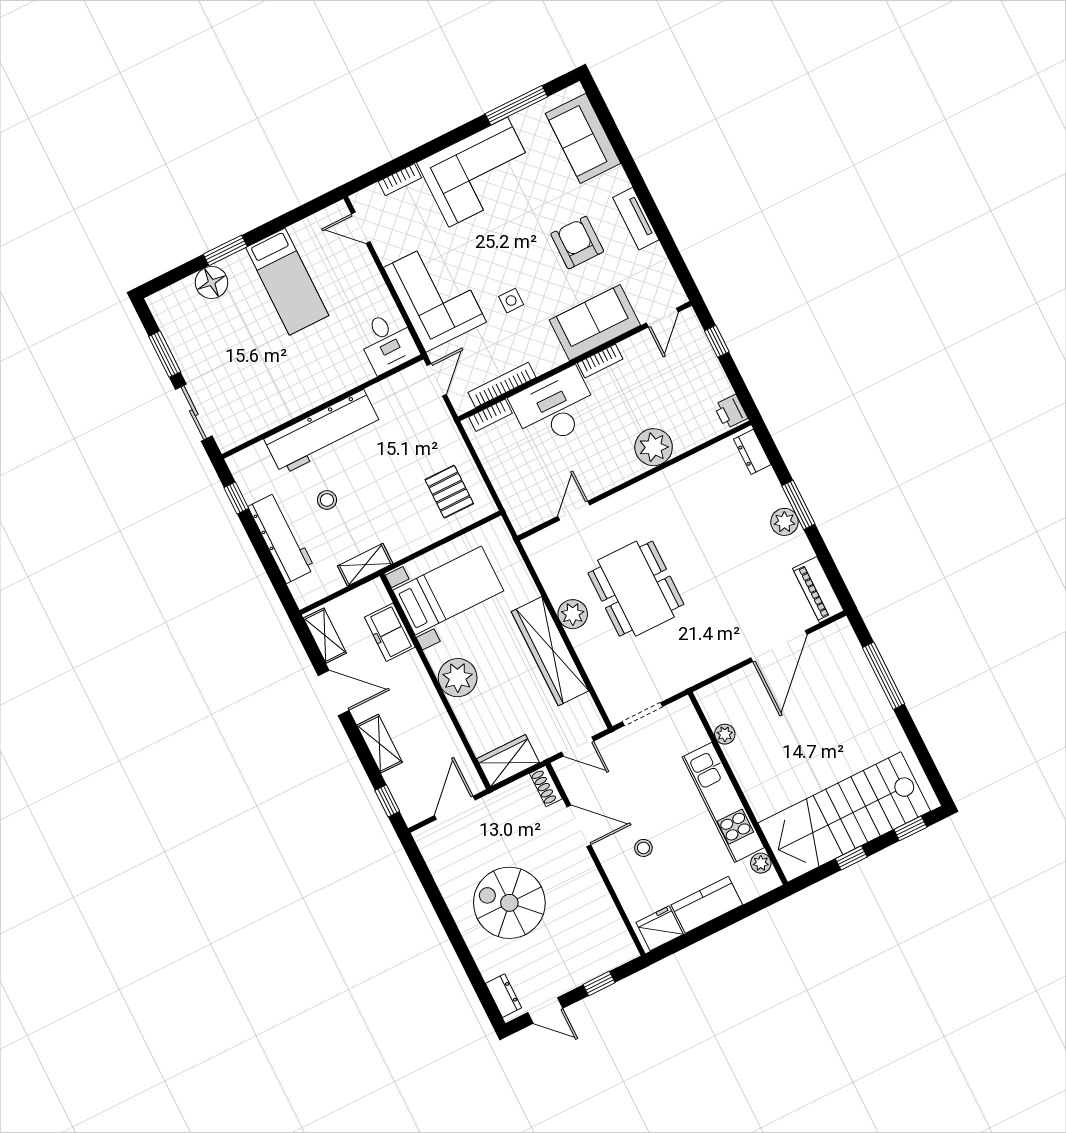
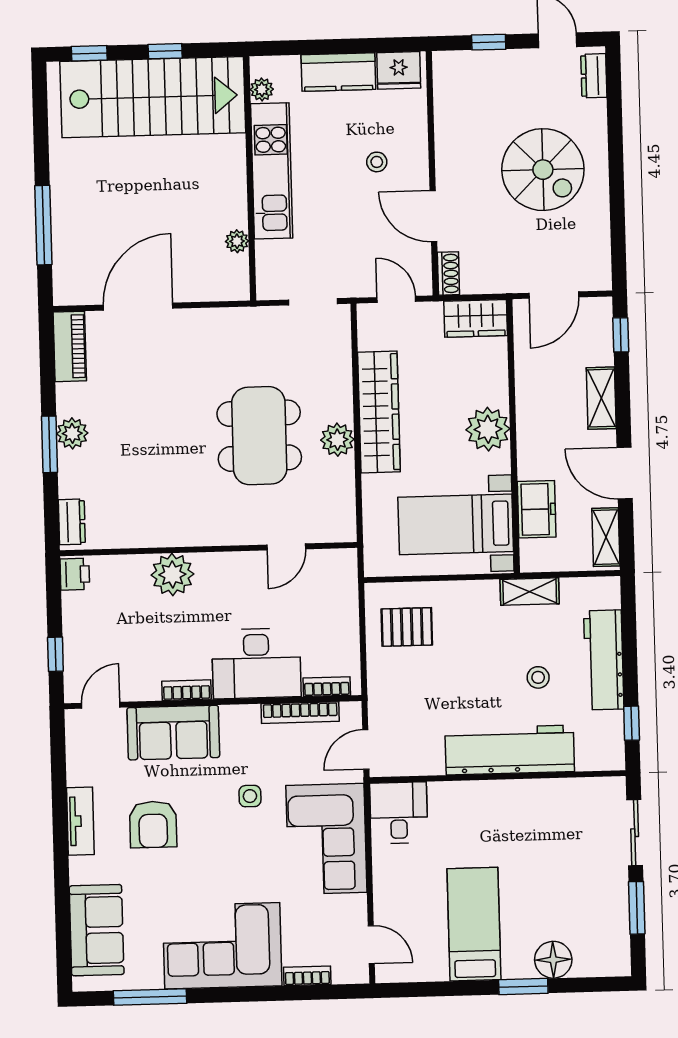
pallet: (449, 492) -> (407, 627), turned 90

